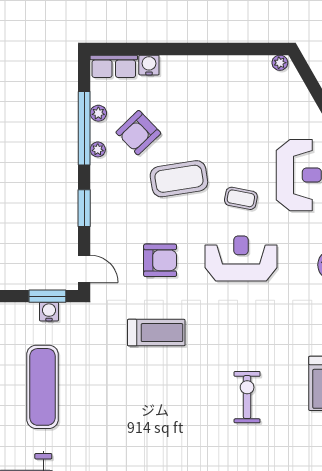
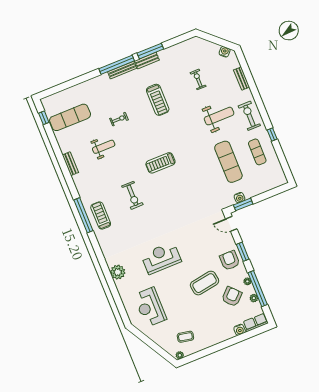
coffee table: (241, 198) -> (185, 337), moved
reception desk: (241, 259) -> (161, 258), turned 180
armchair: (160, 260) -> (230, 260), moved, turned 90
treadmill: (156, 333) -> (161, 163), moved

